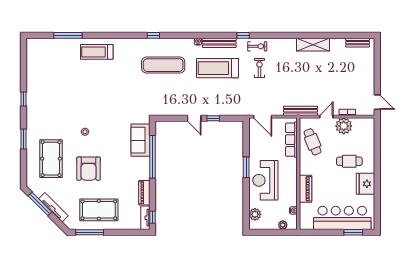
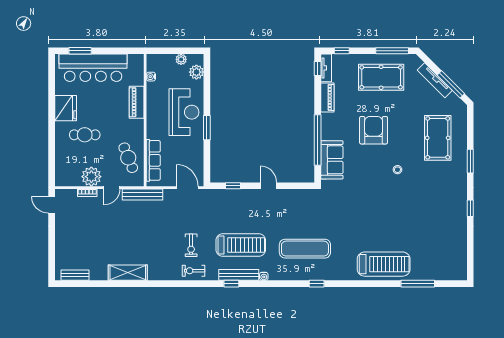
window: (243, 35) -> (231, 284), moved
treadmill: (97, 52) -> (384, 264), width x1.37, depth x1.38
window: (213, 118) -> (233, 186), moved
armchair: (89, 169) -> (374, 130), moved
plant: (283, 225) -> (181, 59), moved
window: (132, 232) -> (342, 51), added

